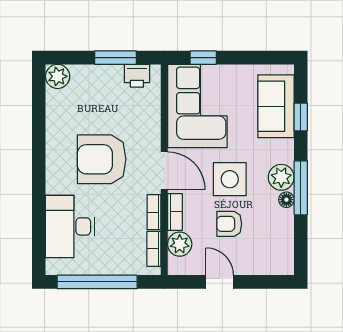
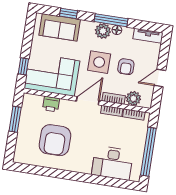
plant: (58, 76) -> (21, 156), removed
printer: (137, 76) -> (51, 104), moved, turned 90
armchair: (102, 159) -> (55, 140), moved
tv unit: (285, 252) -> (148, 36), added

